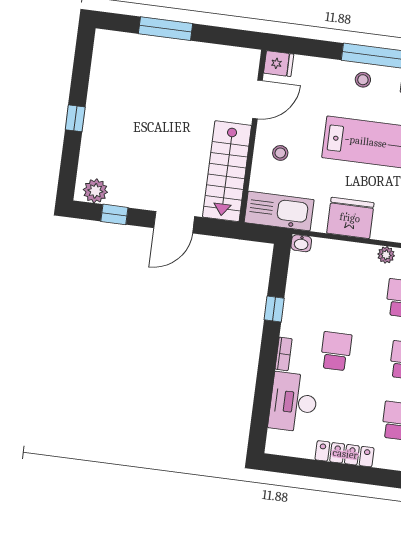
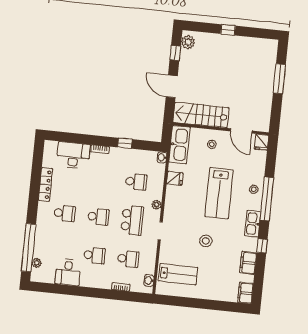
fridge: (350, 218) -> (175, 178), width x0.53, depth x0.75
school desk: (336, 351) -> (136, 182), moved

